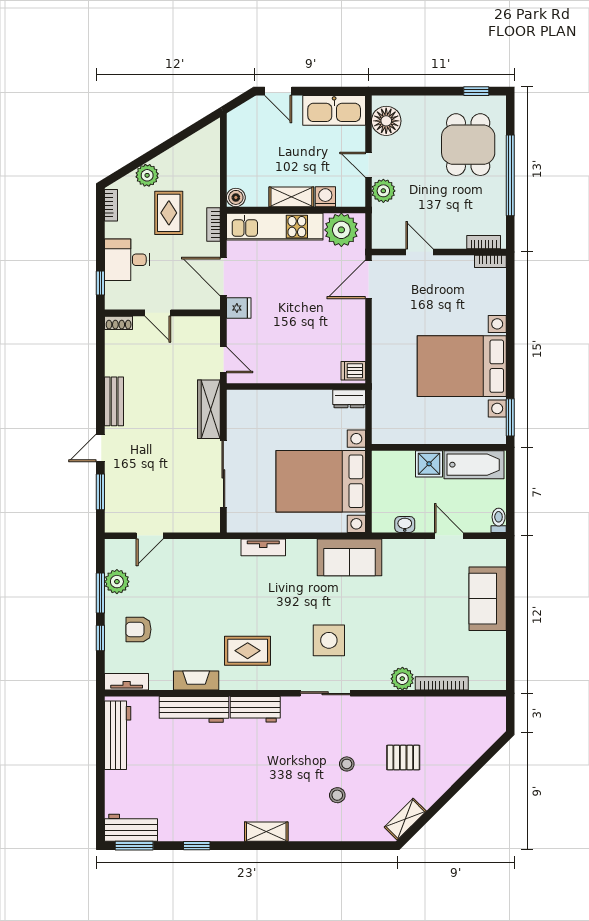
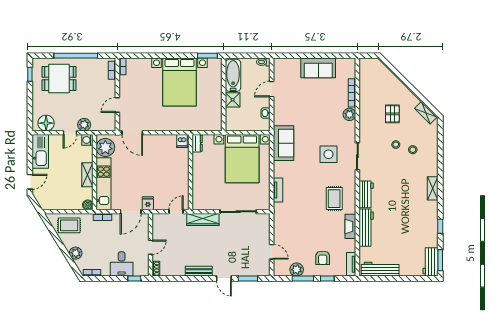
washing machine: (325, 197) -> (87, 140), moved
rug: (169, 213) -> (69, 225), moved
sofa: (488, 599) -> (318, 68), moved

